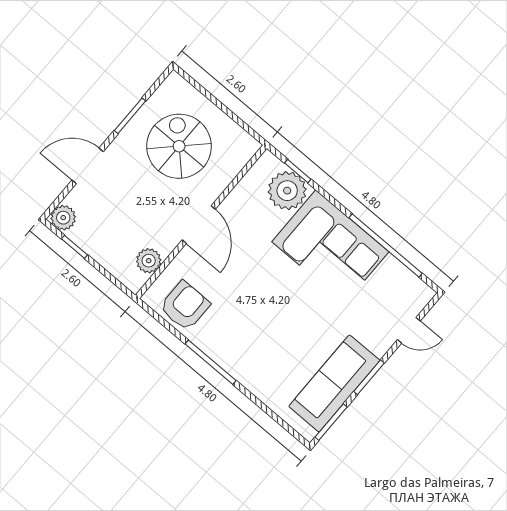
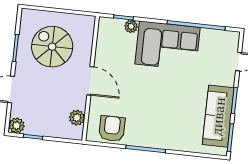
plant: (287, 191) -> (131, 26), width x0.53, depth x0.53

